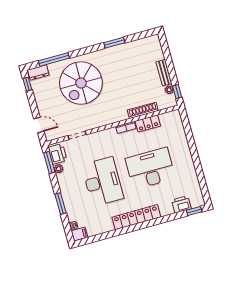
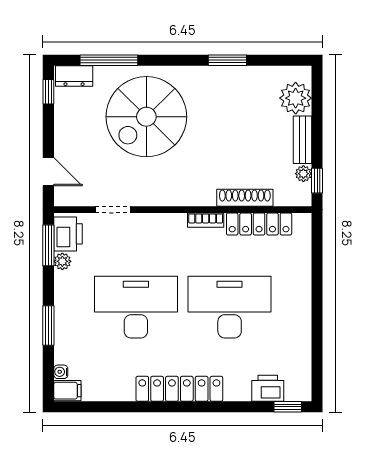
plant: (154, 52) -> (296, 98), added
locker: (148, 123) -> (259, 224), width x1.53
desk: (103, 182) -> (136, 307), turned -90

